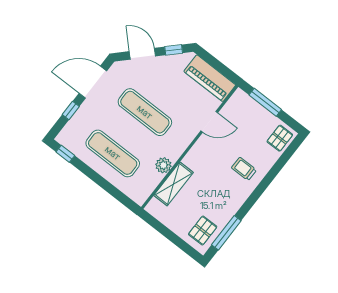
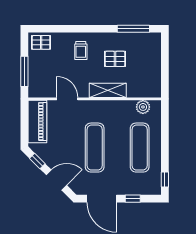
door: (142, 54) -> (56, 180), swing flipped
plant: (163, 165) -> (143, 107), moved
shelving: (173, 184) -> (108, 90), moved
pallet: (203, 231) -> (115, 59), moved

